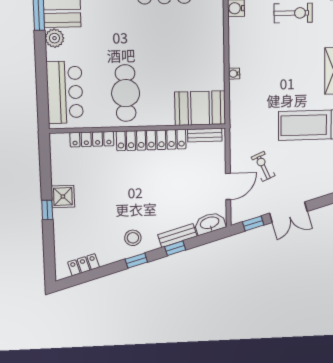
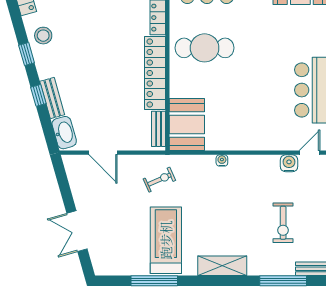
exercise bike: (263, 166) -> (159, 180), moved
double door: (288, 212) -> (77, 231), moved
window: (253, 223) -> (62, 179), removed
stool: (133, 238) -> (43, 36), moved

